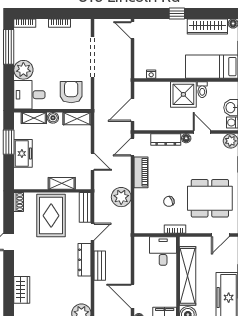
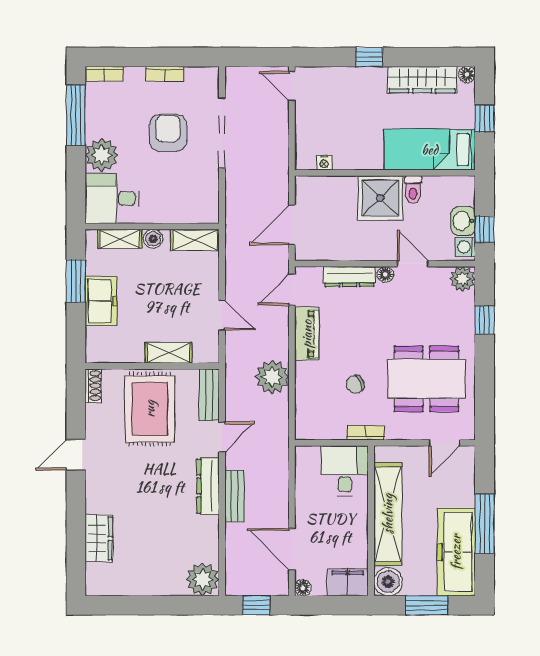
armchair: (71, 92) -> (168, 133), moved

